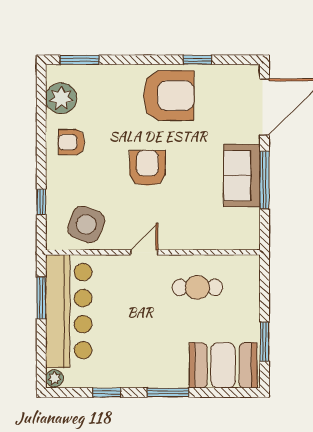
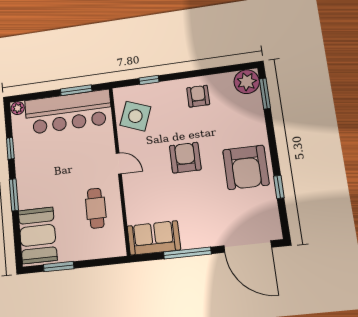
plant: (61, 98) -> (247, 82), moved
armchair: (147, 168) -> (185, 158), turned -90
sofa: (242, 176) -> (154, 238), moved

